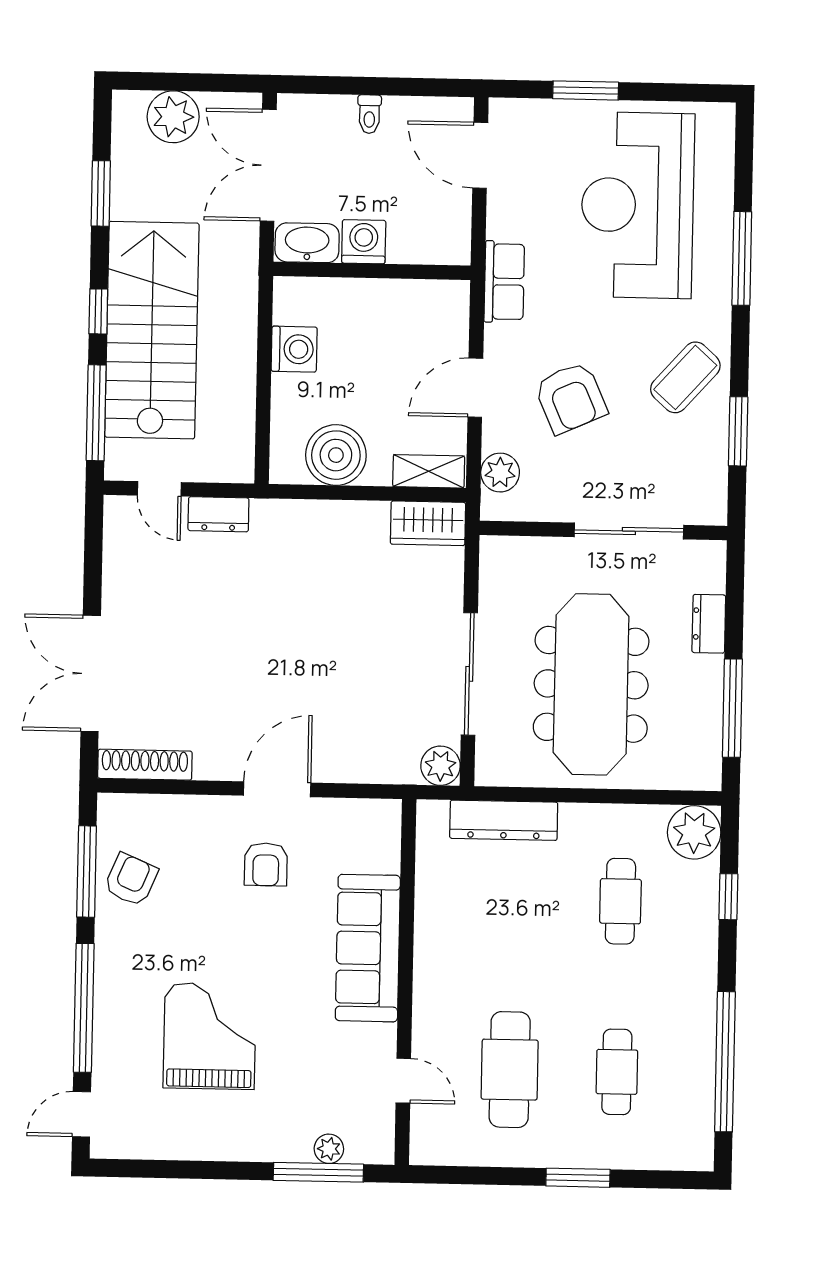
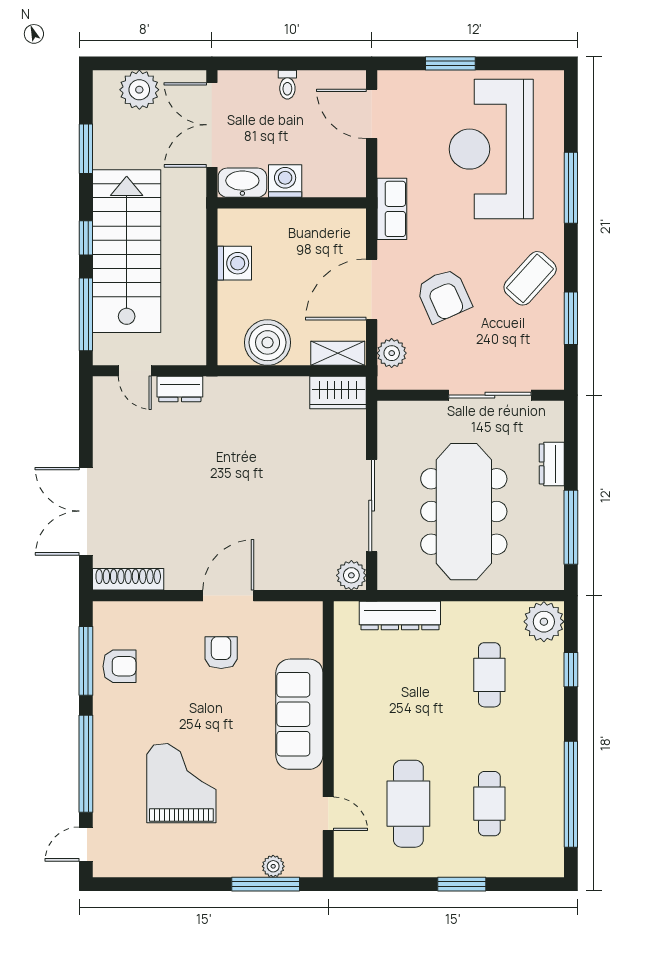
door: (475, 388) -> (372, 289), width x1.36
armchair: (266, 864) -> (221, 653), turned 180
armchair: (131, 880) -> (119, 666), turned 67

